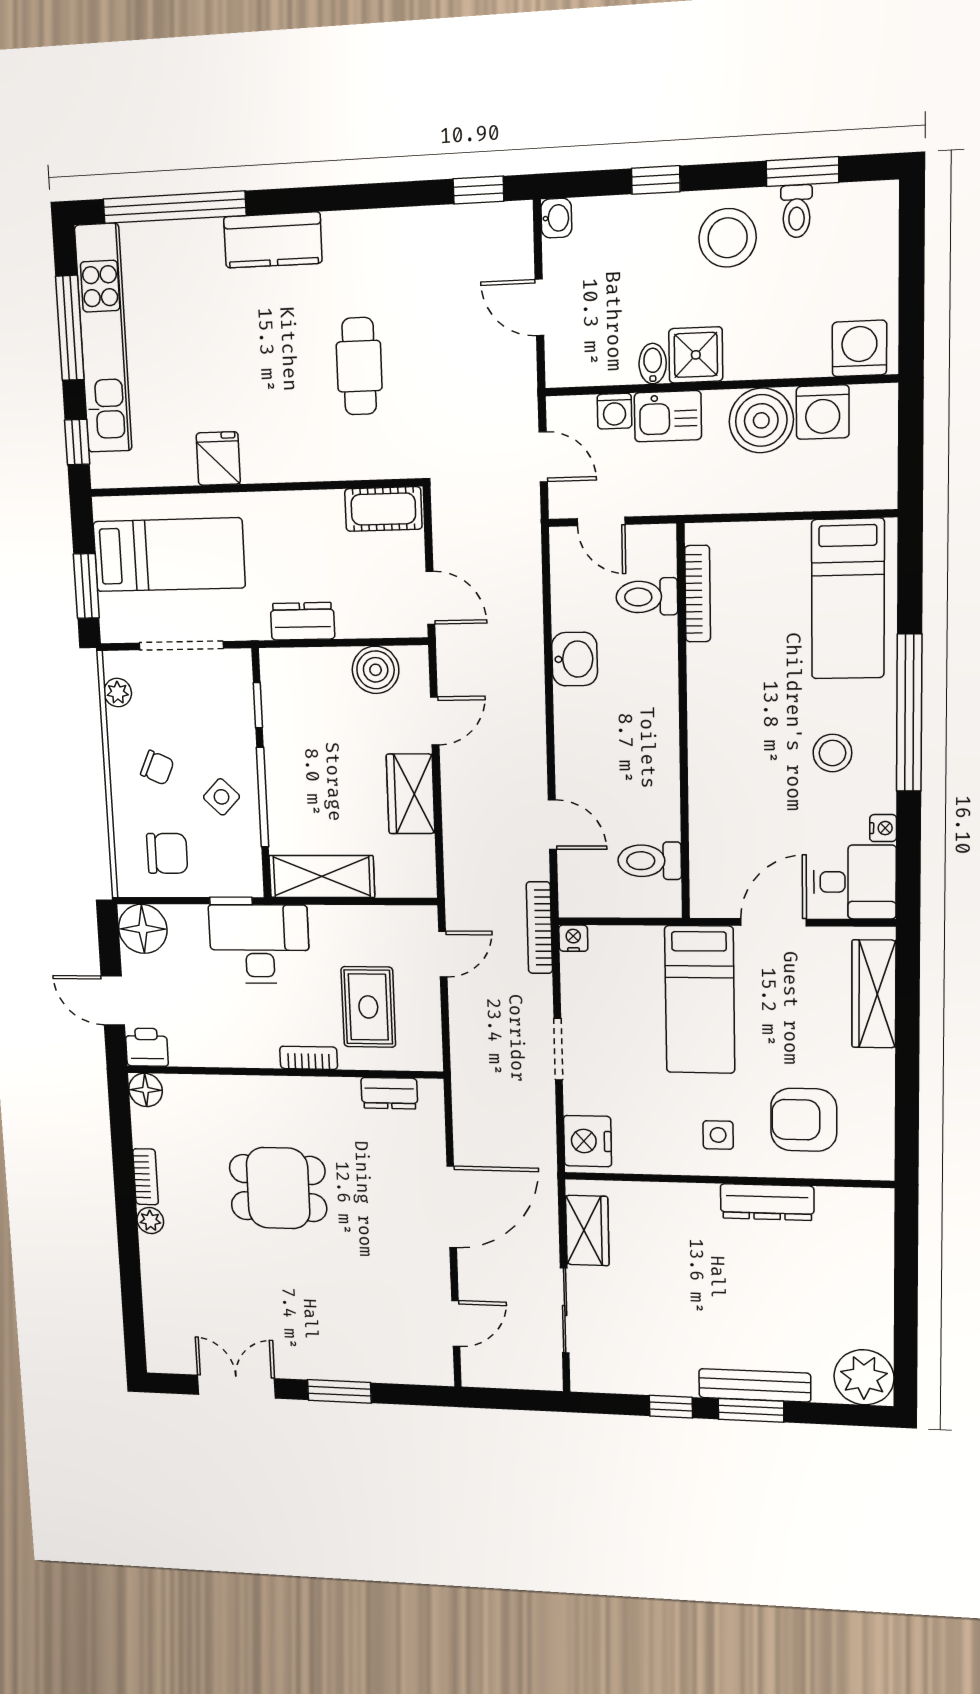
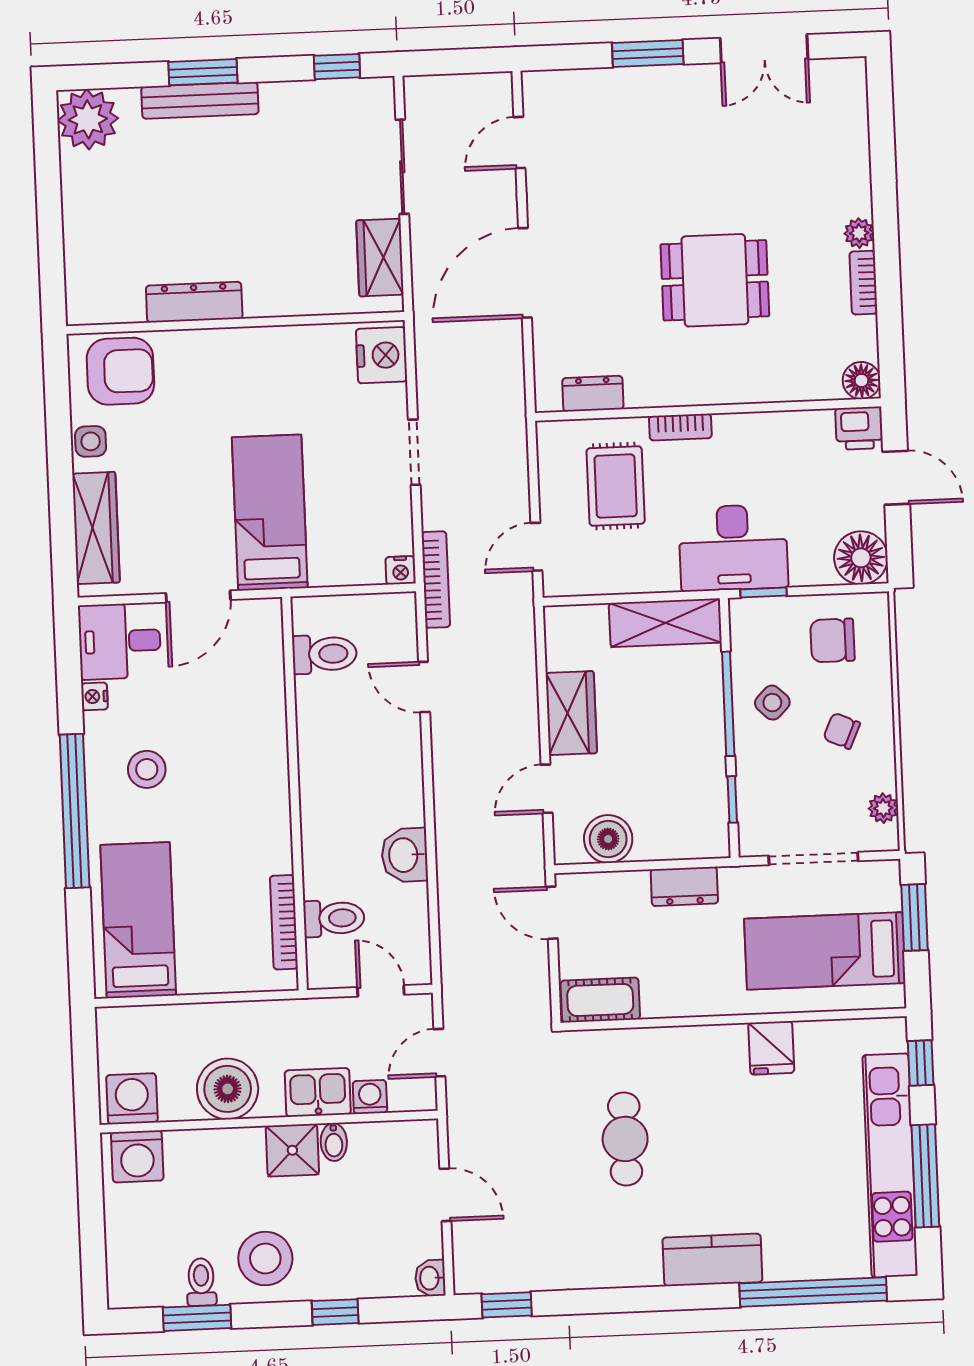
washing machine: (823, 412) -> (132, 1099), moved
door: (543, 457) -> (439, 1053), hinge flipped
armchair: (804, 1120) -> (120, 371), moved
side table: (718, 1135) -> (91, 441), moved
window: (671, 1407) -> (337, 67), moved

